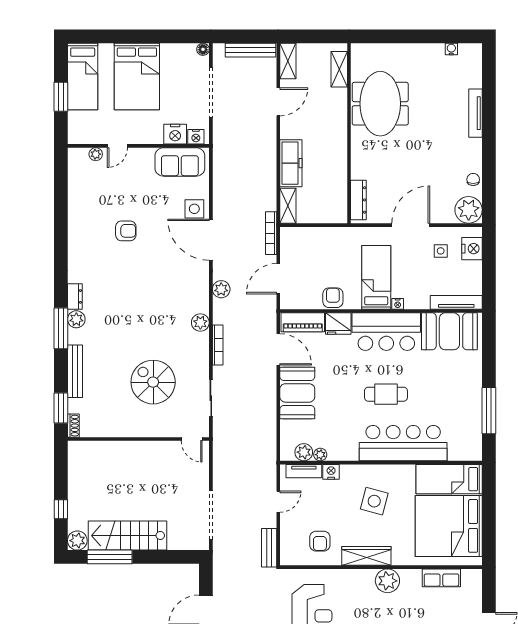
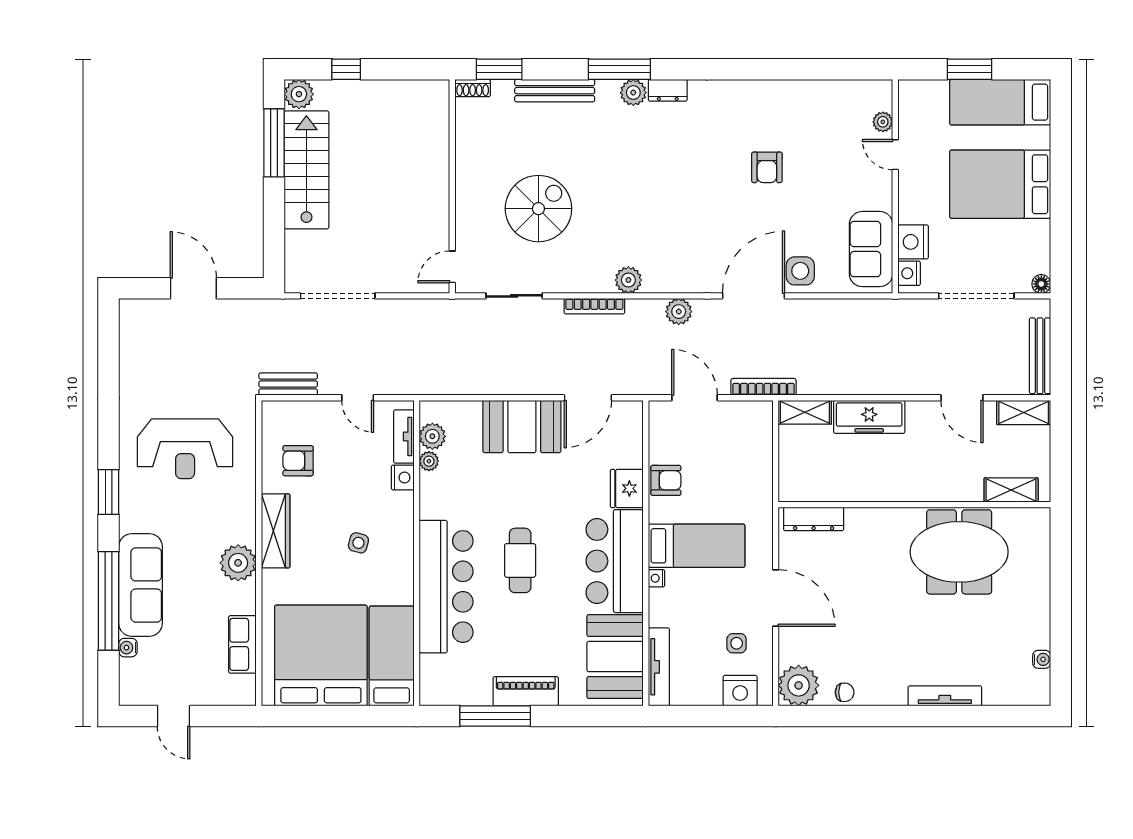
piano: (303, 322) -> (526, 691), moved, turned 90
side table: (374, 501) -> (358, 543), width x0.54, depth x0.54

